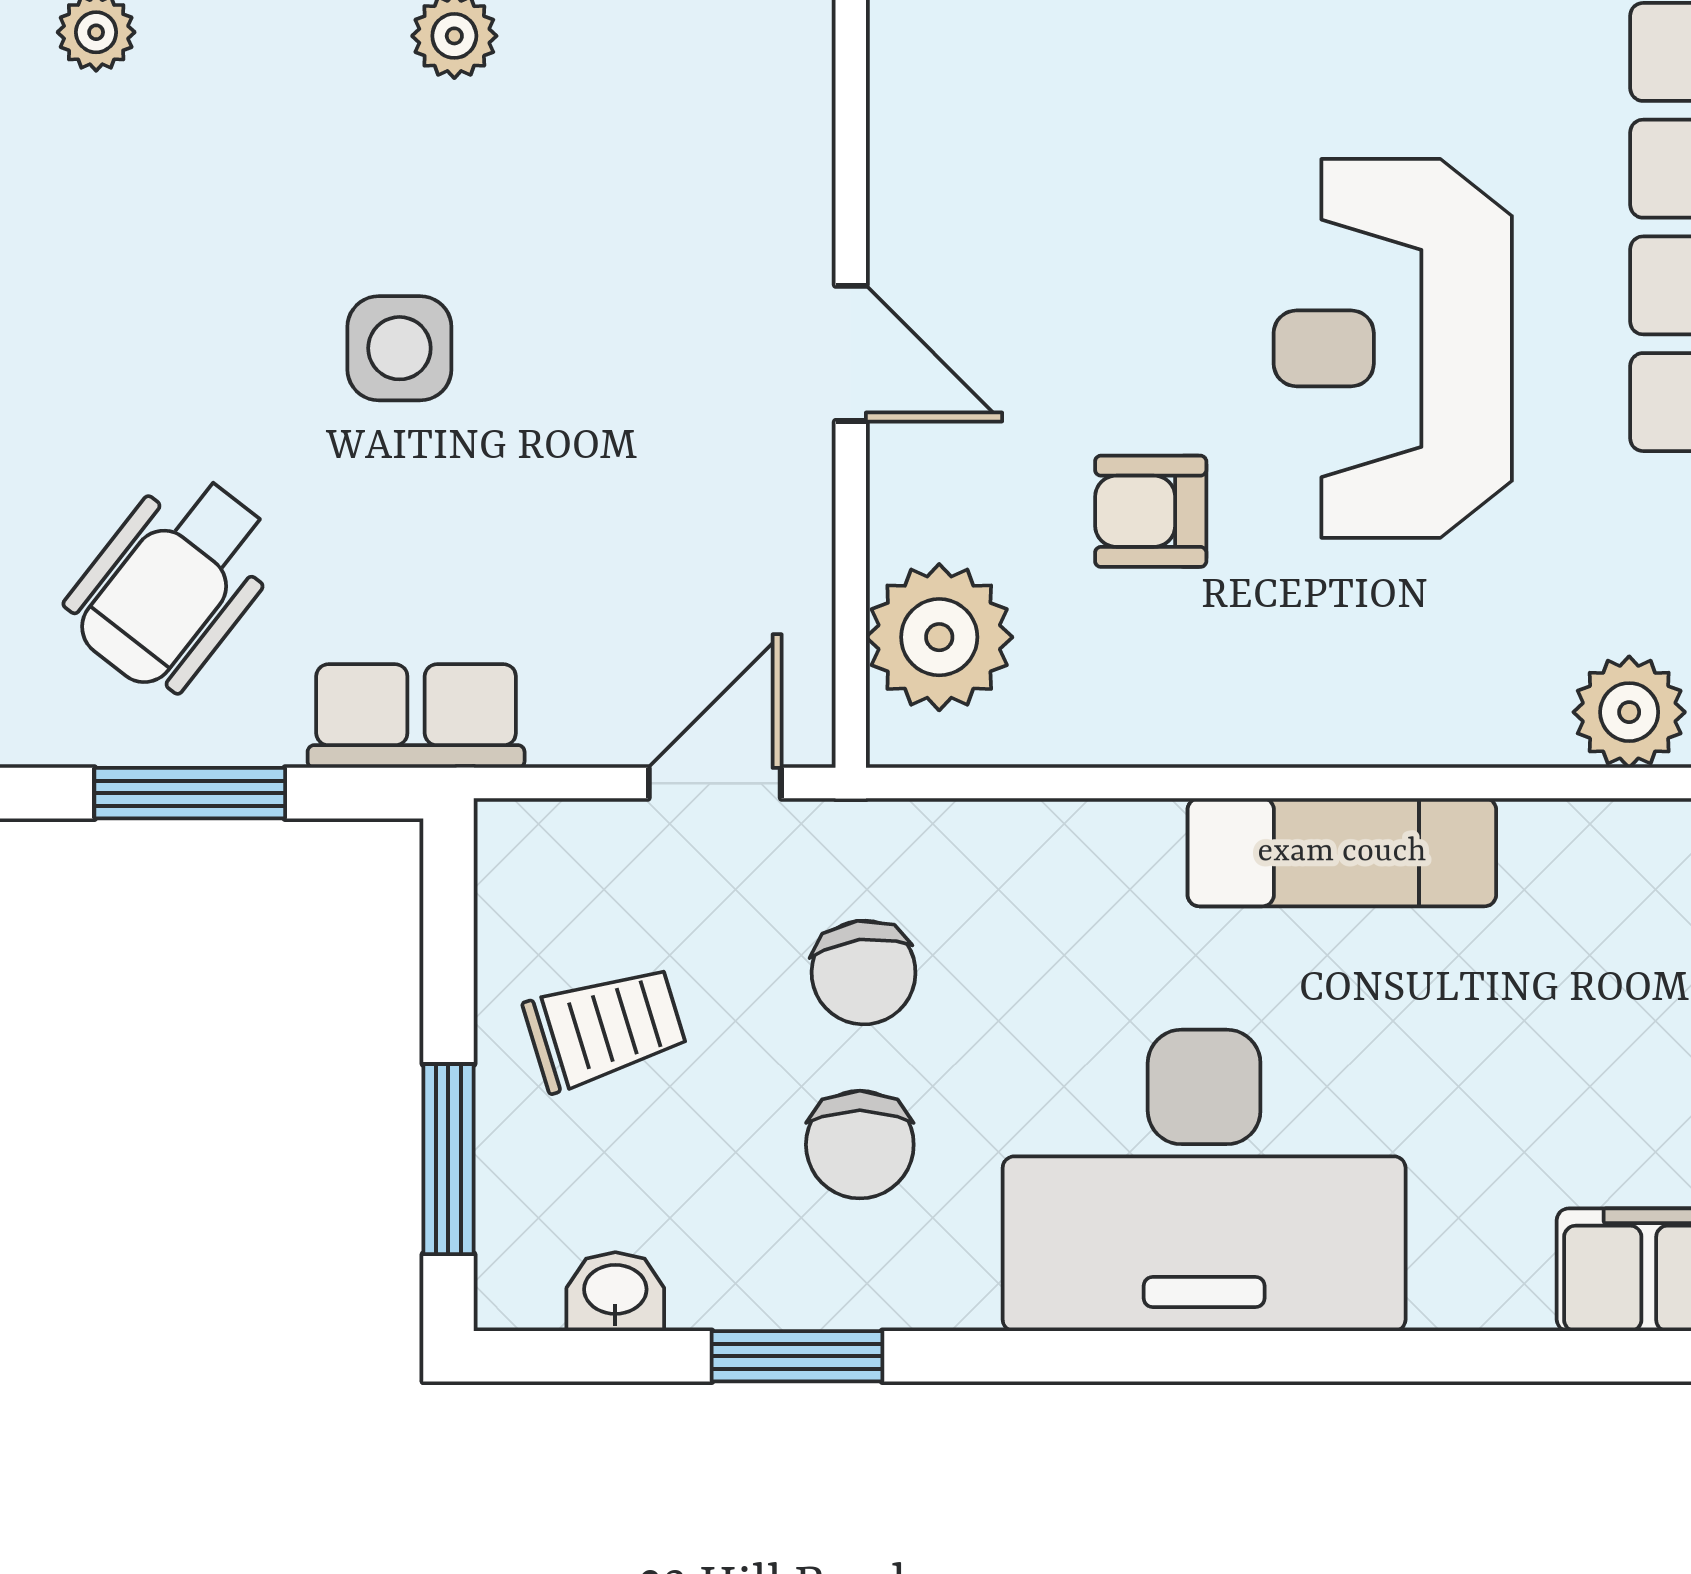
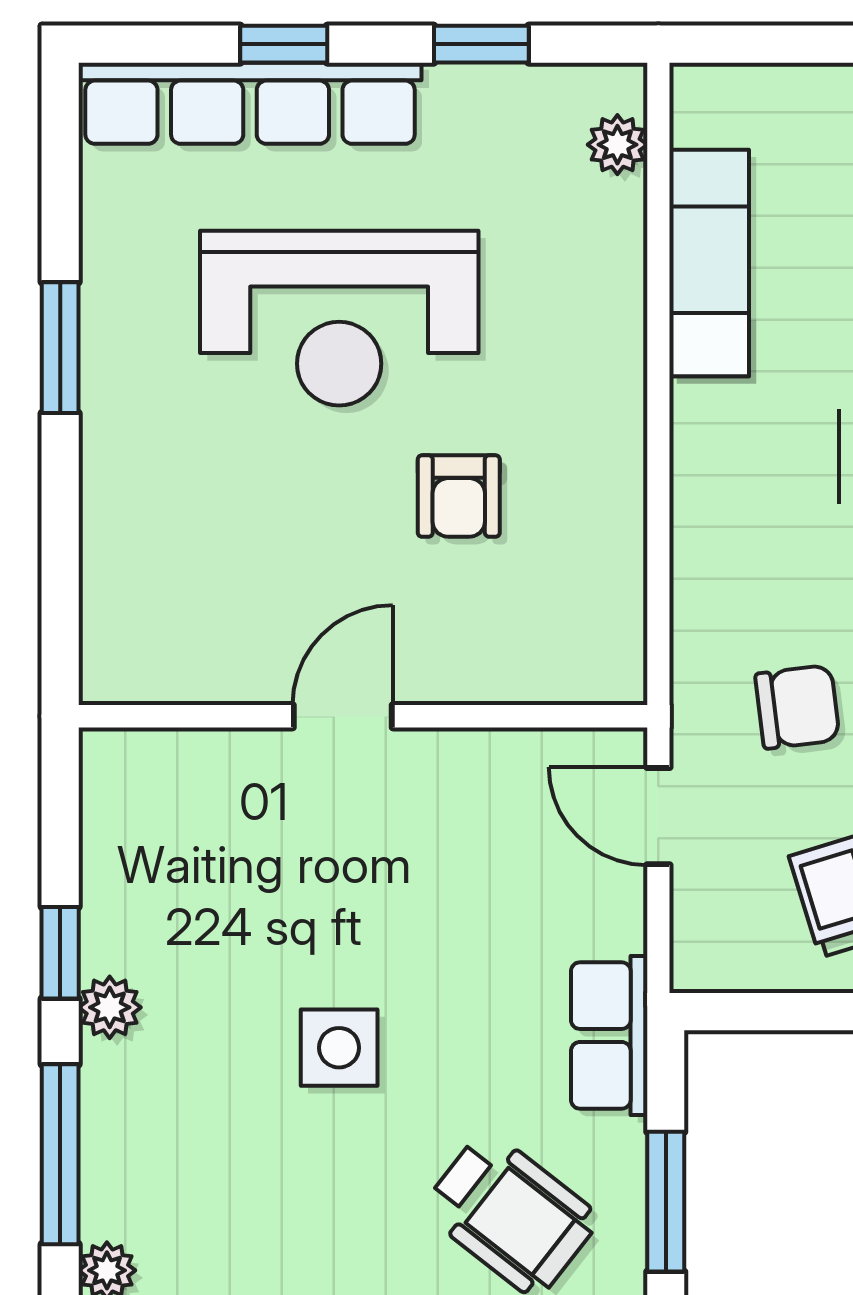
plant: (939, 637) -> (551, 651), removed
plant: (1629, 712) -> (617, 145), width x0.73, depth x0.73
exam couch: (1342, 852) -> (709, 263), moved

